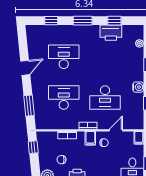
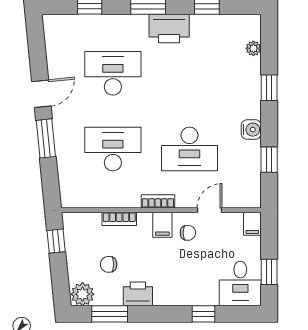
printer: (111, 33) -> (169, 29), moved
window: (29, 106) -> (46, 138), moved

